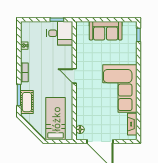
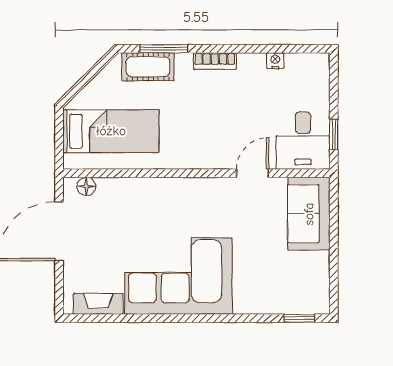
sofa: (106, 31) -> (309, 214), moved
door: (74, 76) -> (253, 173), moved

